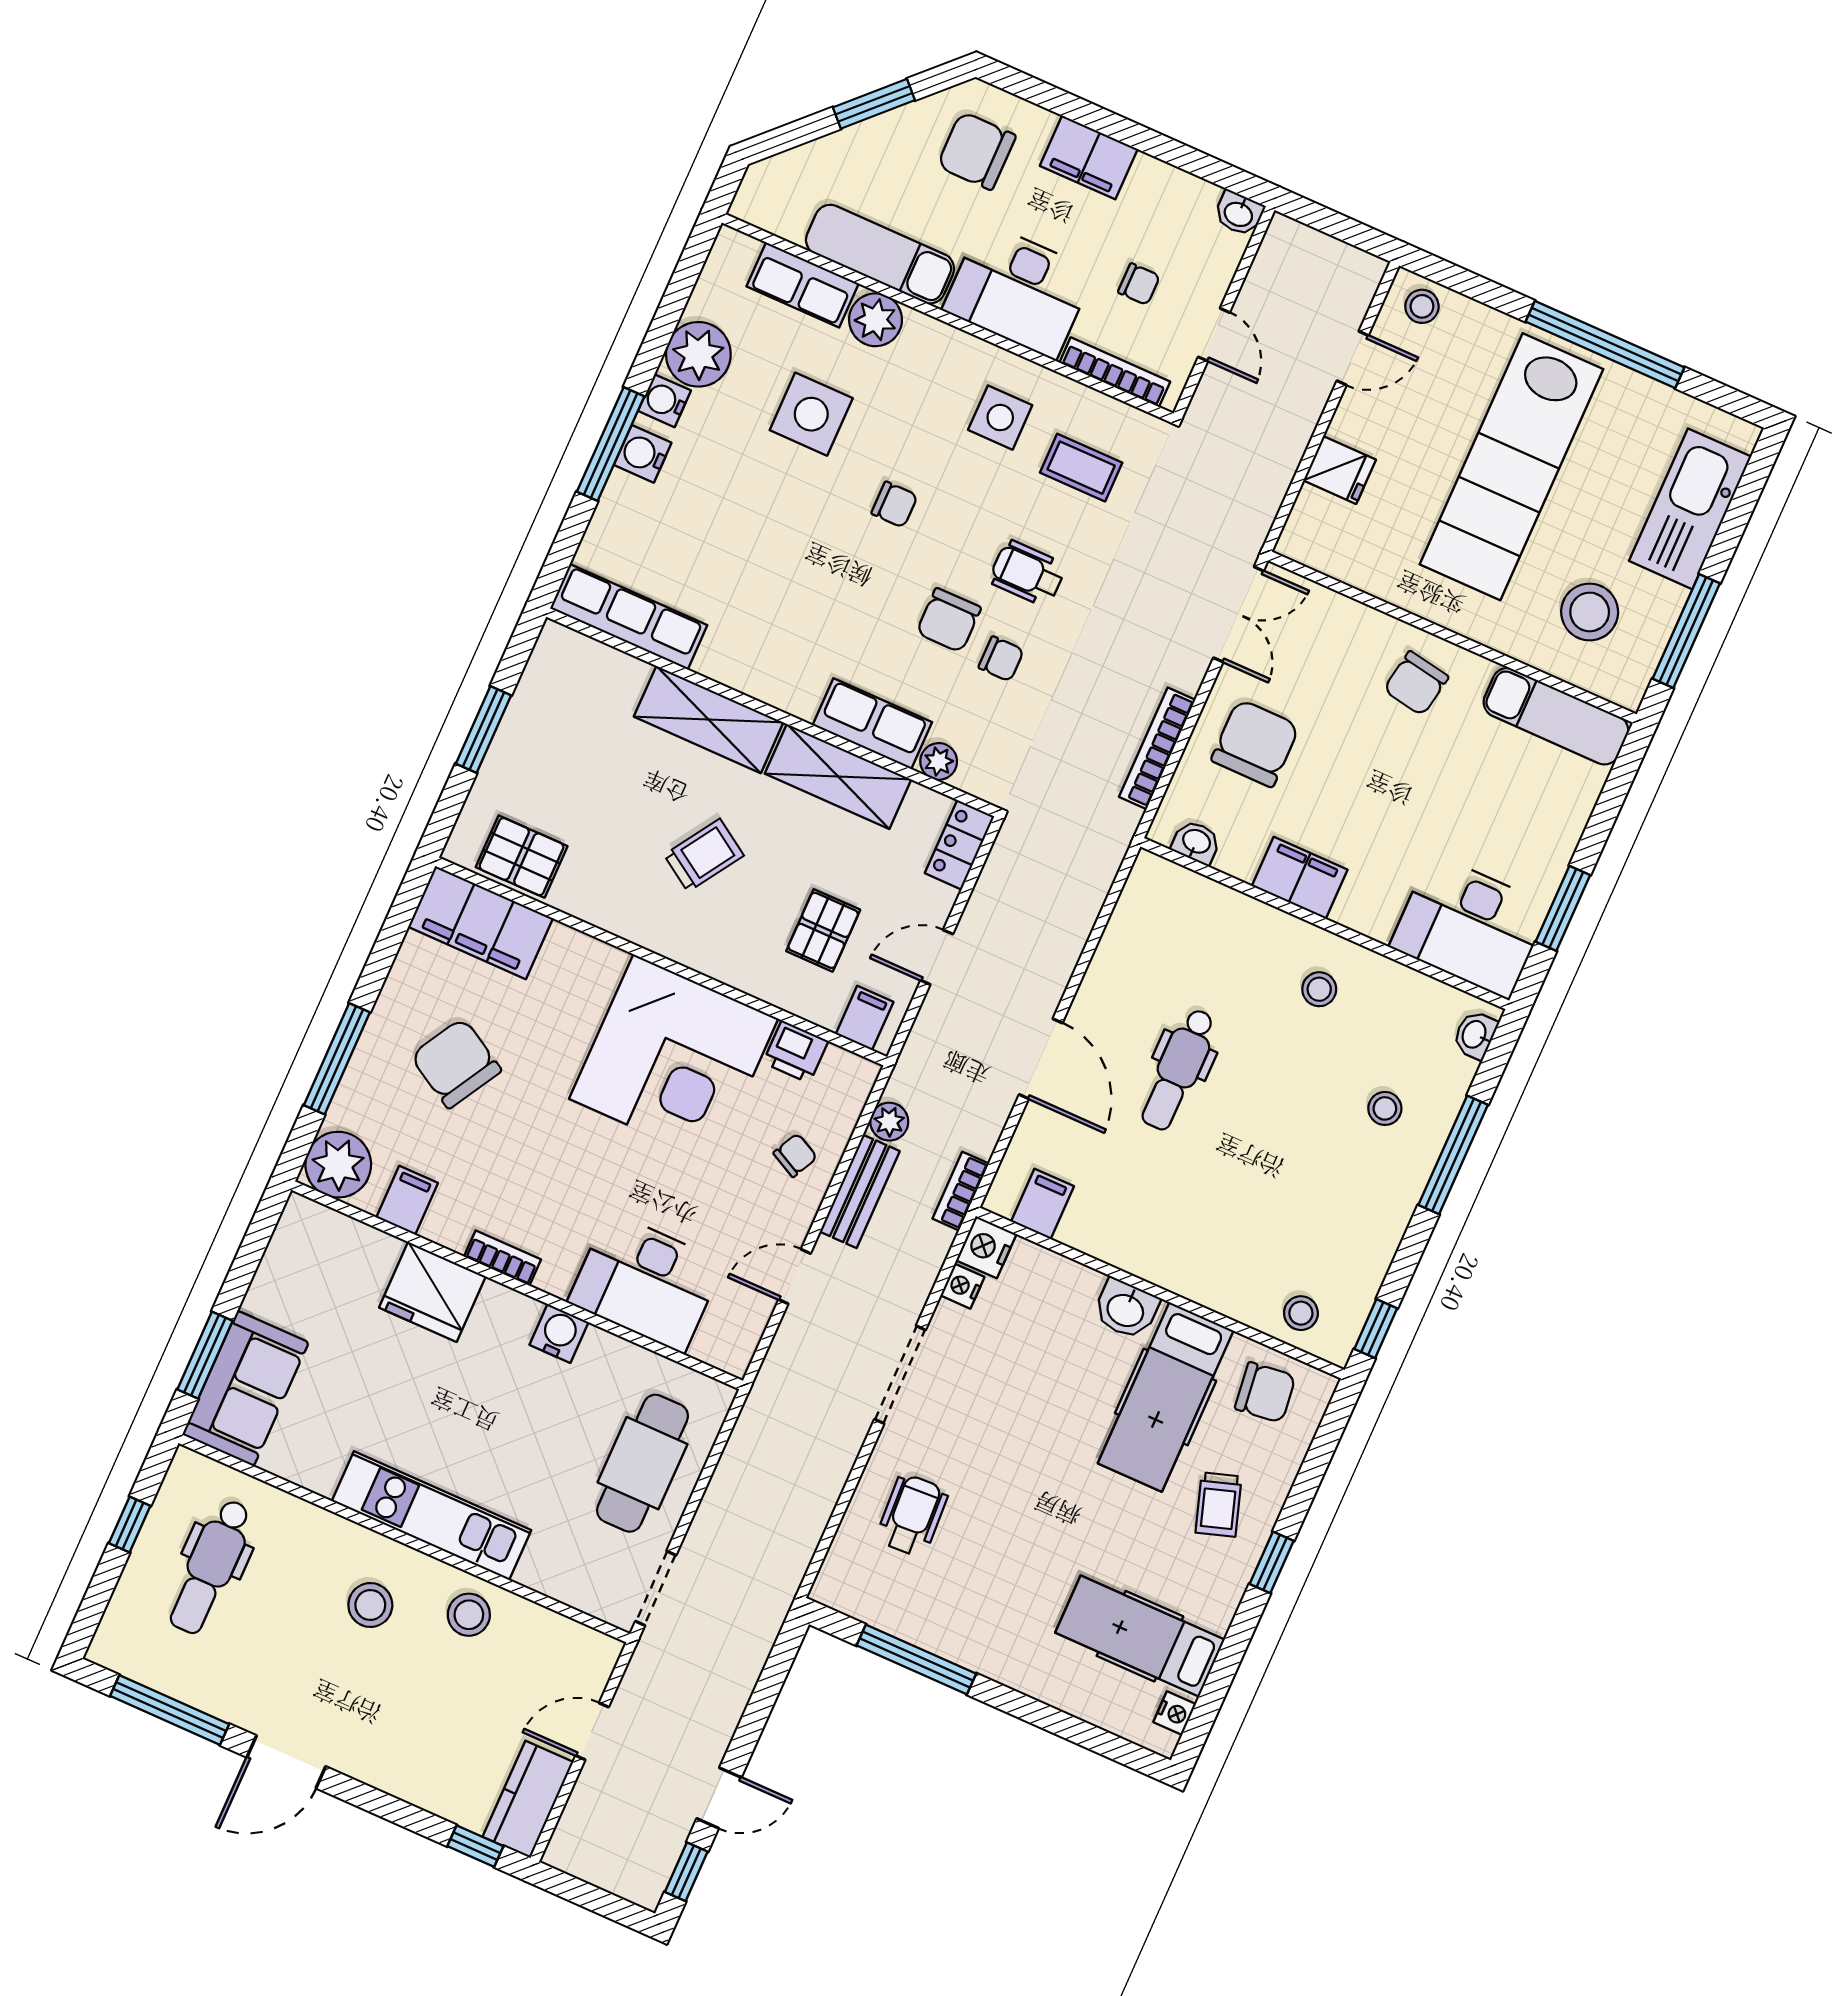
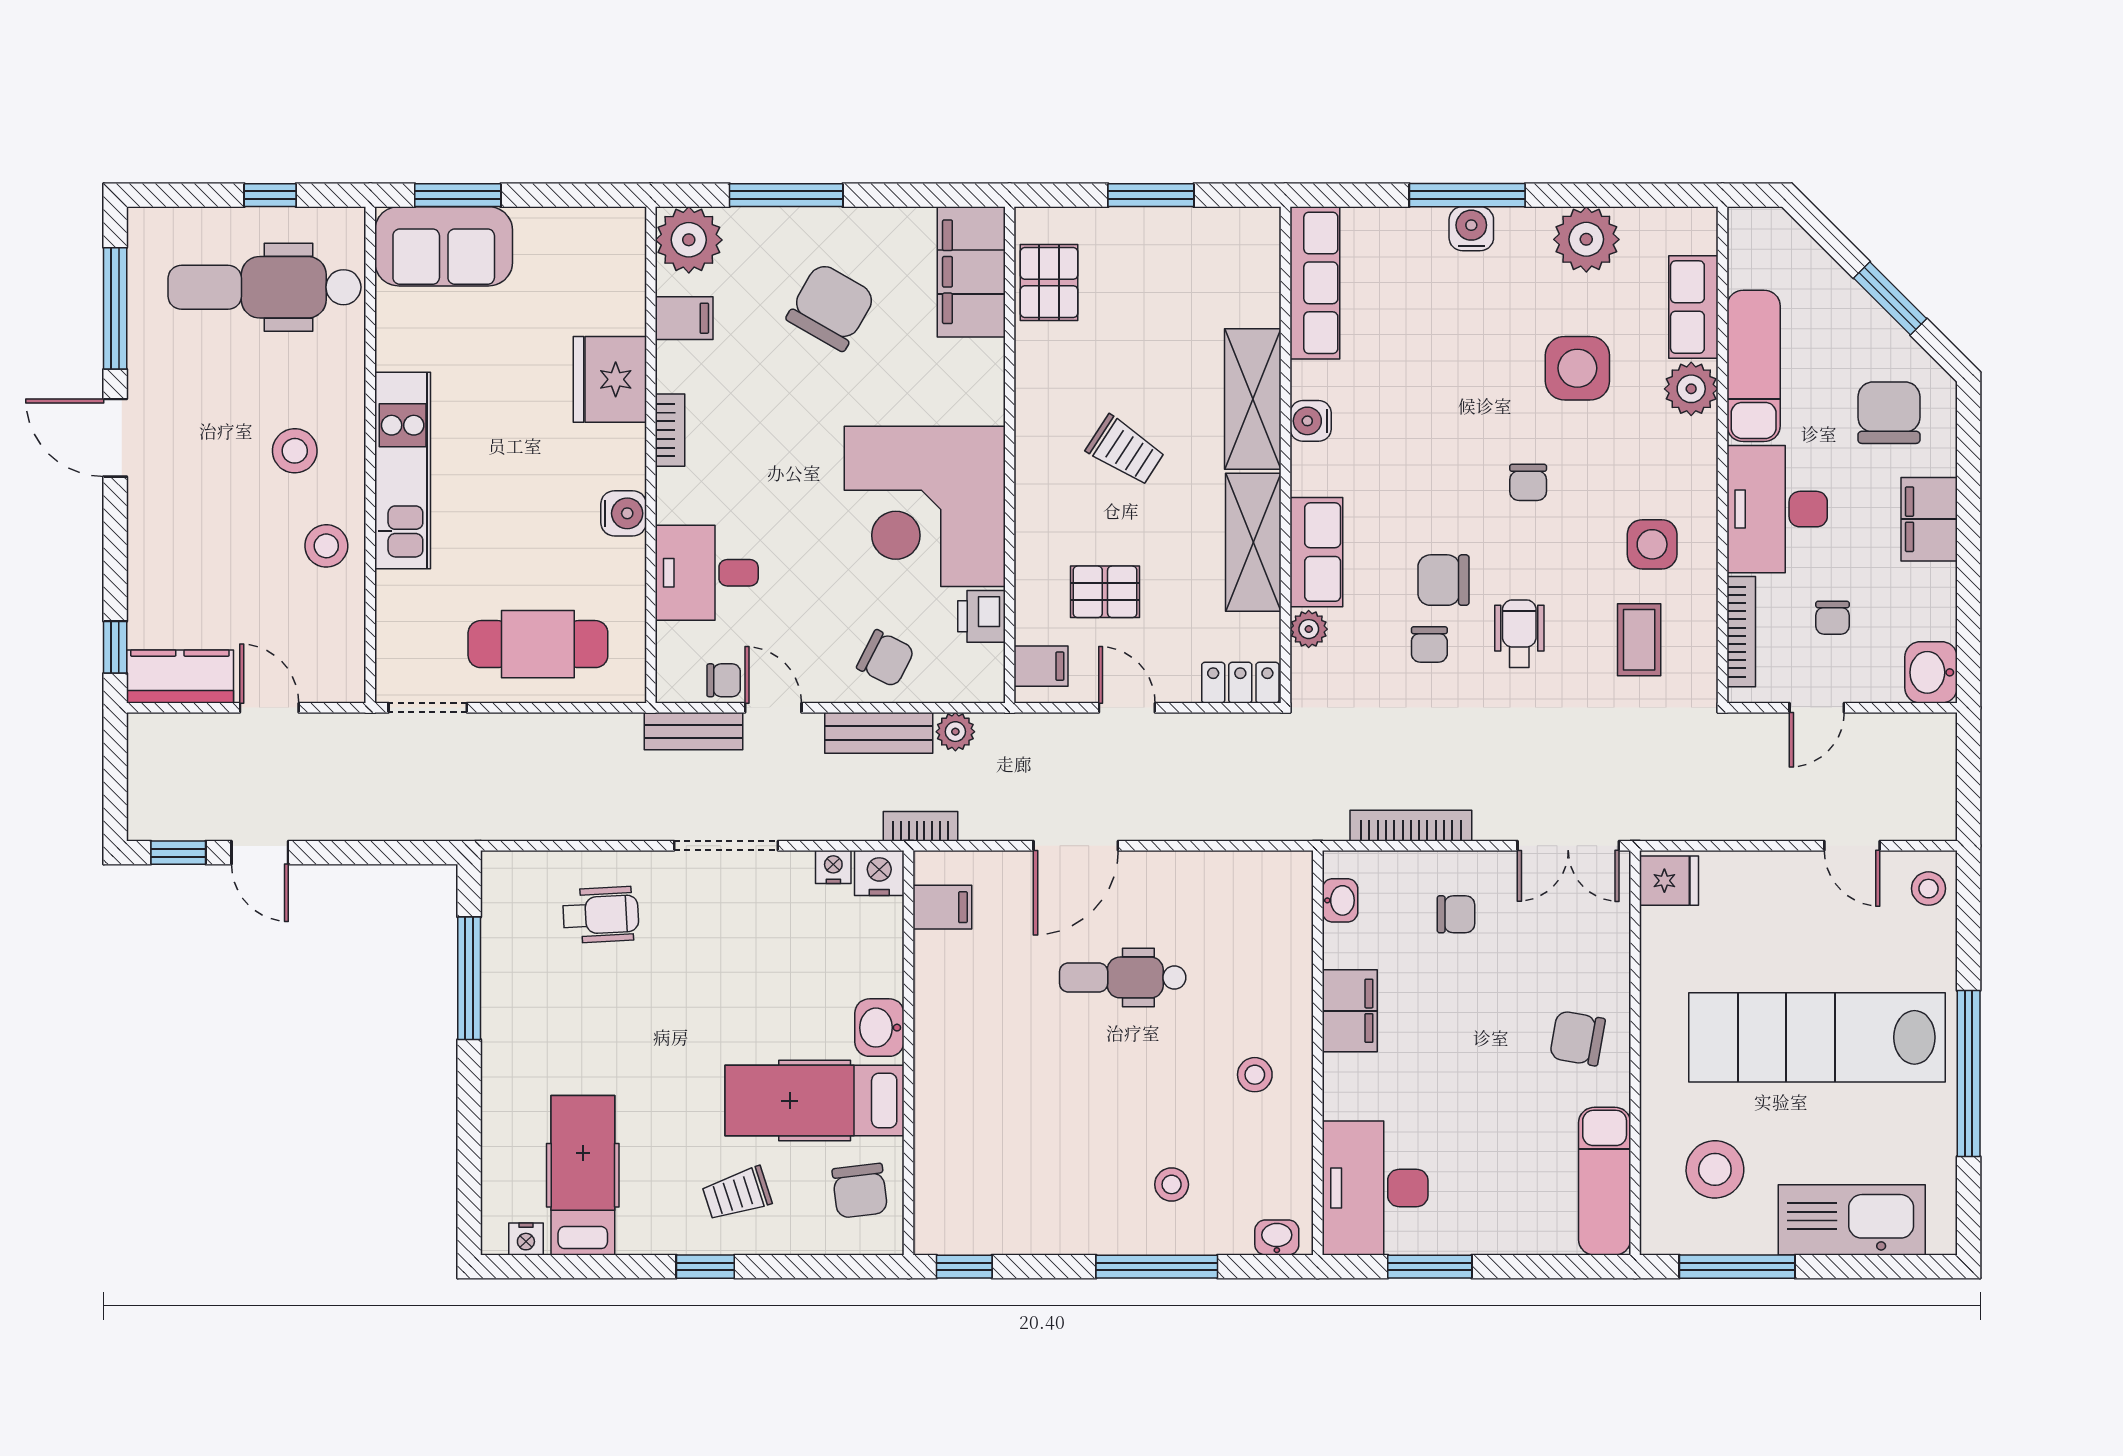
washbasin: (1239, 213) -> (1931, 672), width x1.38, depth x1.45
water cooler: (664, 401) -> (1311, 421), moved, turned -90
fridge: (1340, 470) -> (1669, 881), moved, turned -90
chair: (1255, 743) -> (1456, 914), width x0.54, depth x0.54
chair: (795, 1155) -> (886, 658), width x1.37, depth x1.37
desk: (646, 1282) -> (707, 573), width x0.73
chair: (750, 1310) -> (724, 680), added
stool: (1301, 1313) -> (948, 1191), removed
bench: (784, 1358) -> (694, 731), added
dental chair: (211, 1567) -> (264, 287), width x1.36, depth x1.38

